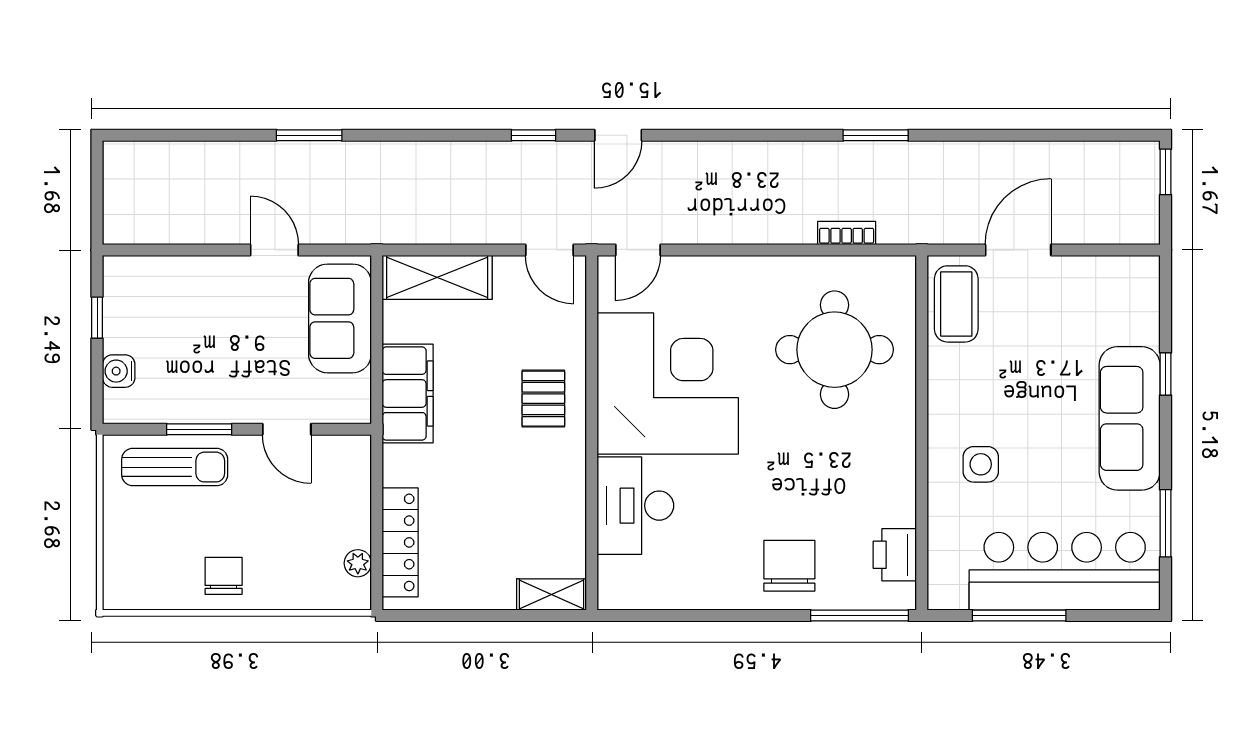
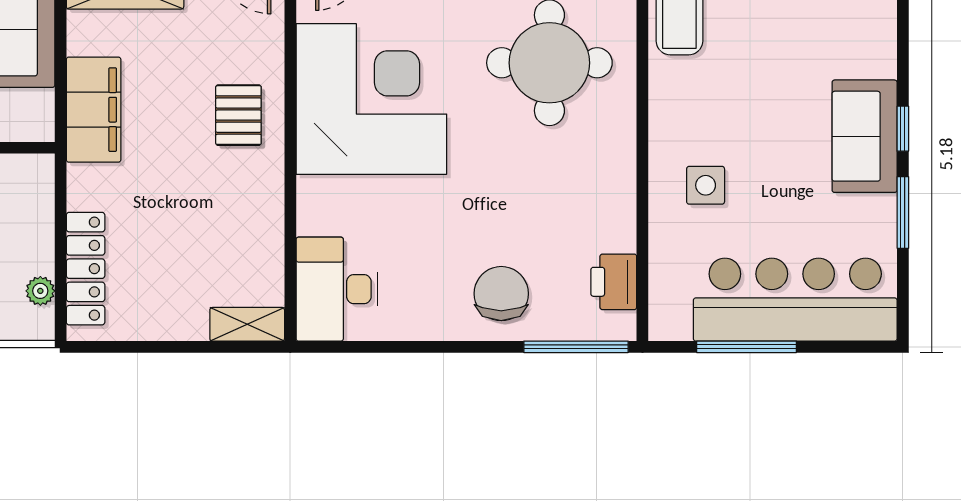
window: (1165, 374) -> (903, 129), moved
sofa: (1130, 418) -> (865, 136), width x0.73
desk: (635, 506) -> (337, 289), moved
window: (1165, 523) -> (903, 213), moved

